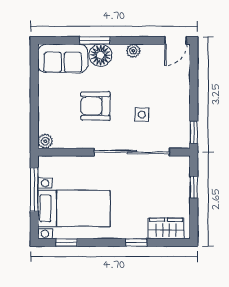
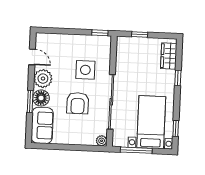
door: (176, 40) -> (32, 57), moved
plant: (133, 51) -> (43, 79), width x1.87, depth x1.87
side table: (142, 115) -> (85, 70), width x1.87, depth x1.87
sliding door: (132, 152) -> (111, 102), moved

